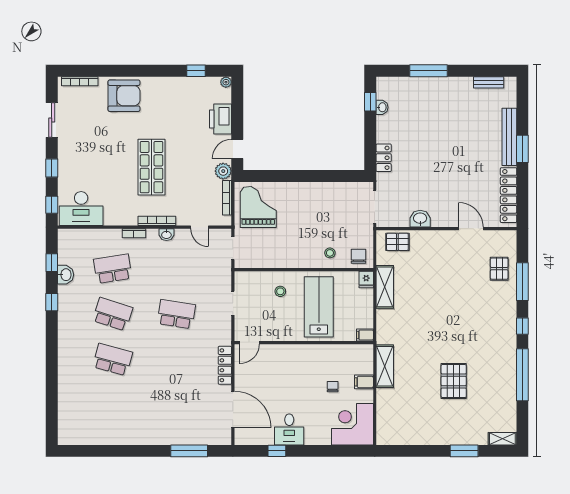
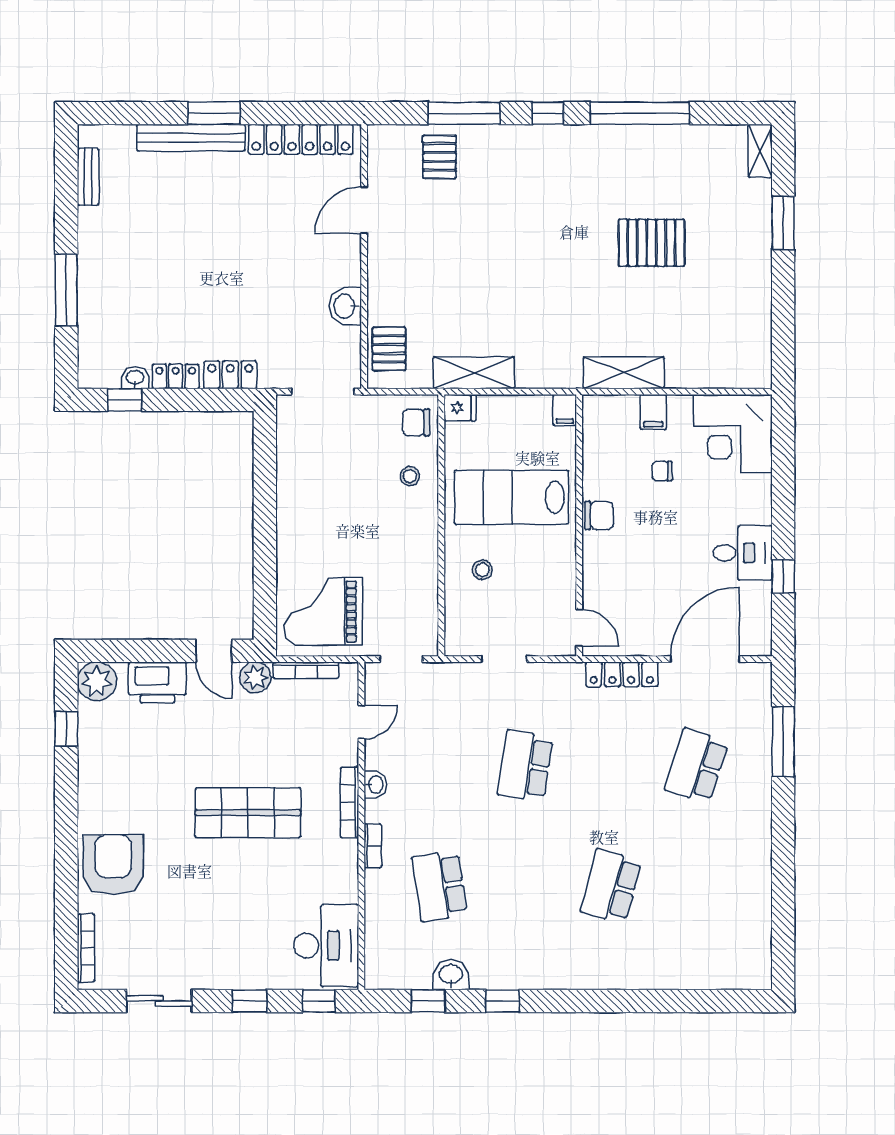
plant: (226, 82) -> (97, 681), width x1.88, depth x1.88
locker: (383, 129) -> (176, 376), added
pallet: (499, 269) -> (439, 157), turned 90
school desk: (113, 314) -> (696, 766), moved
chair: (309, 353) -> (599, 515), added

